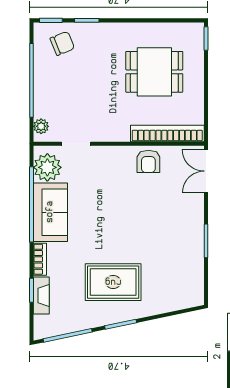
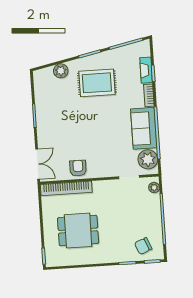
plant: (164, 303) -> (61, 71), added

